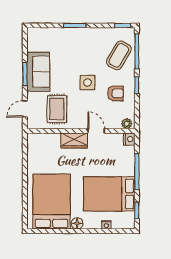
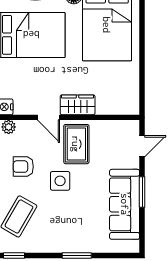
sofa: (38, 72) -> (125, 204), width x1.36
rug: (57, 109) -> (76, 144), moved

